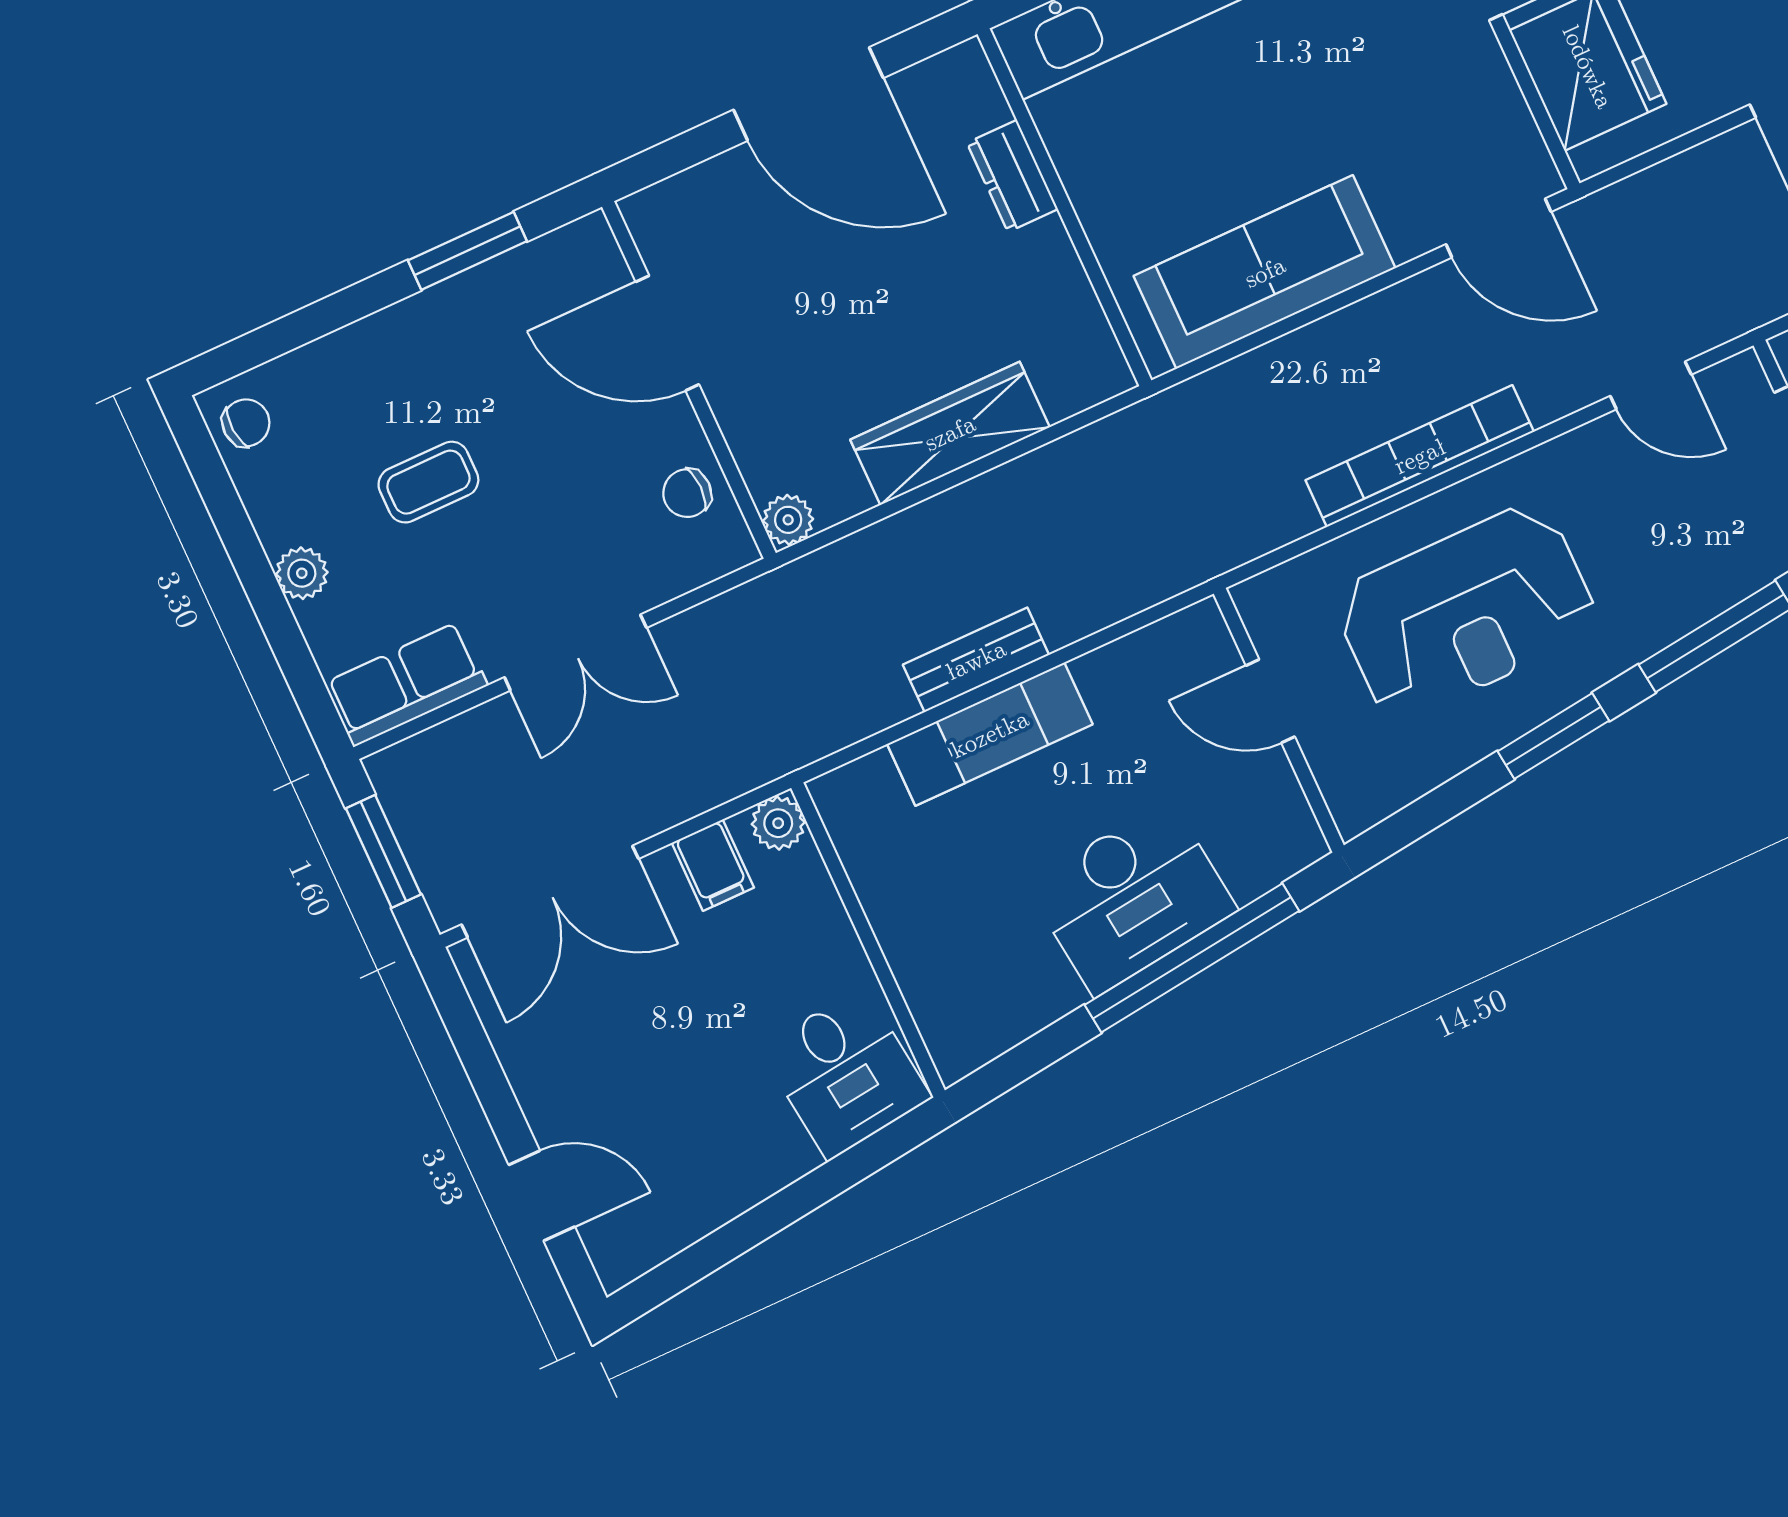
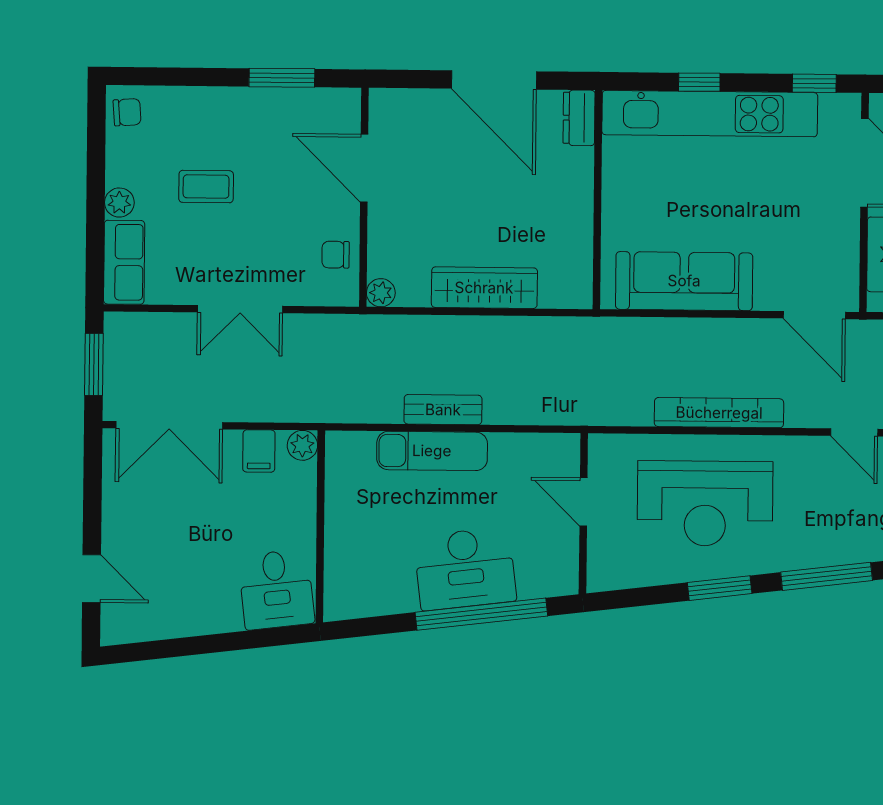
dresser: (1012, 176) -> (579, 118), moved
row of seats: (406, 684) -> (124, 262), moved, turned 90

